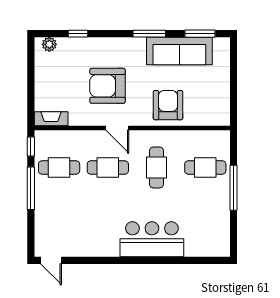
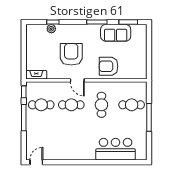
plant: (49, 44) -> (51, 29), moved
sofa: (179, 51) -> (116, 33), width x0.73
armchair: (108, 86) -> (71, 54), turned 90
armchair: (168, 105) -> (109, 66), turned -90
bar counter: (152, 239) -> (116, 149), moved
door: (51, 260) -> (36, 162), swing flipped

